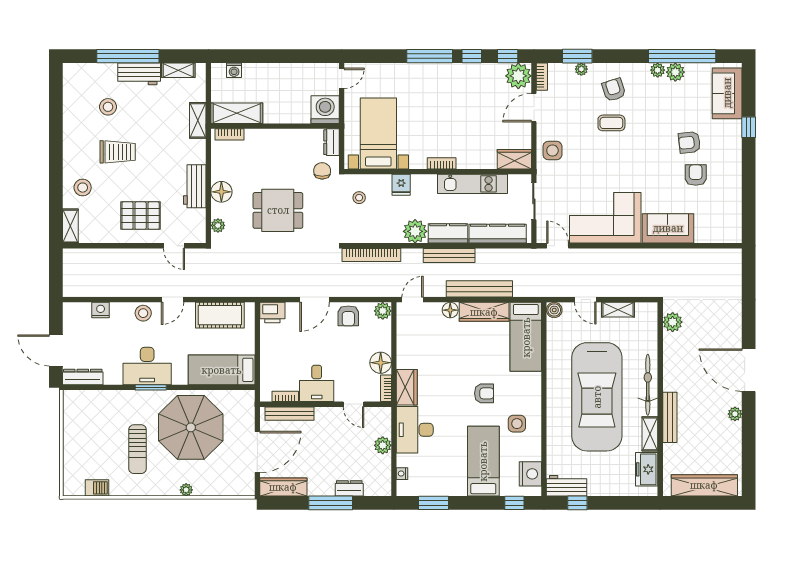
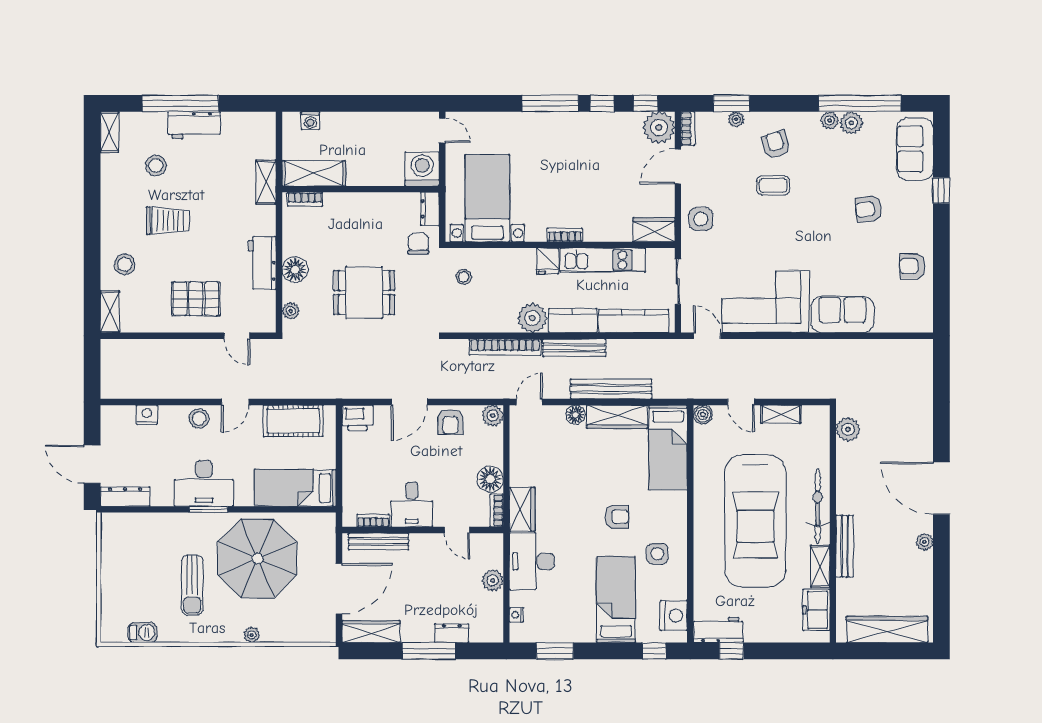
shelving: (178, 70) -> (109, 132), moved, turned 90
door: (342, 78) -> (442, 130), hinge flipped
armchair: (696, 175) -> (912, 266), moved, turned -90
fridge: (401, 185) -> (548, 261), moved
bookcase: (371, 255) -> (505, 347), moved

